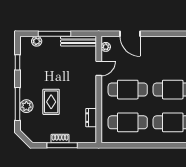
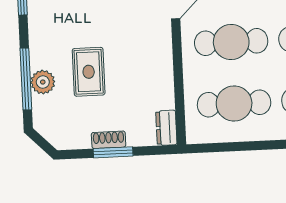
dresser: (91, 118) -> (166, 128), moved
window: (62, 145) -> (113, 152), width x0.69

